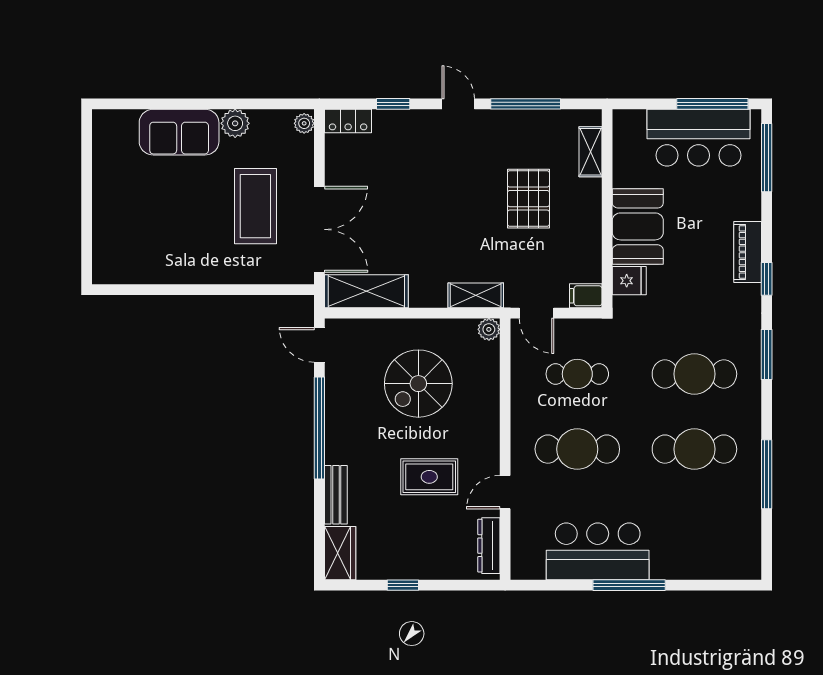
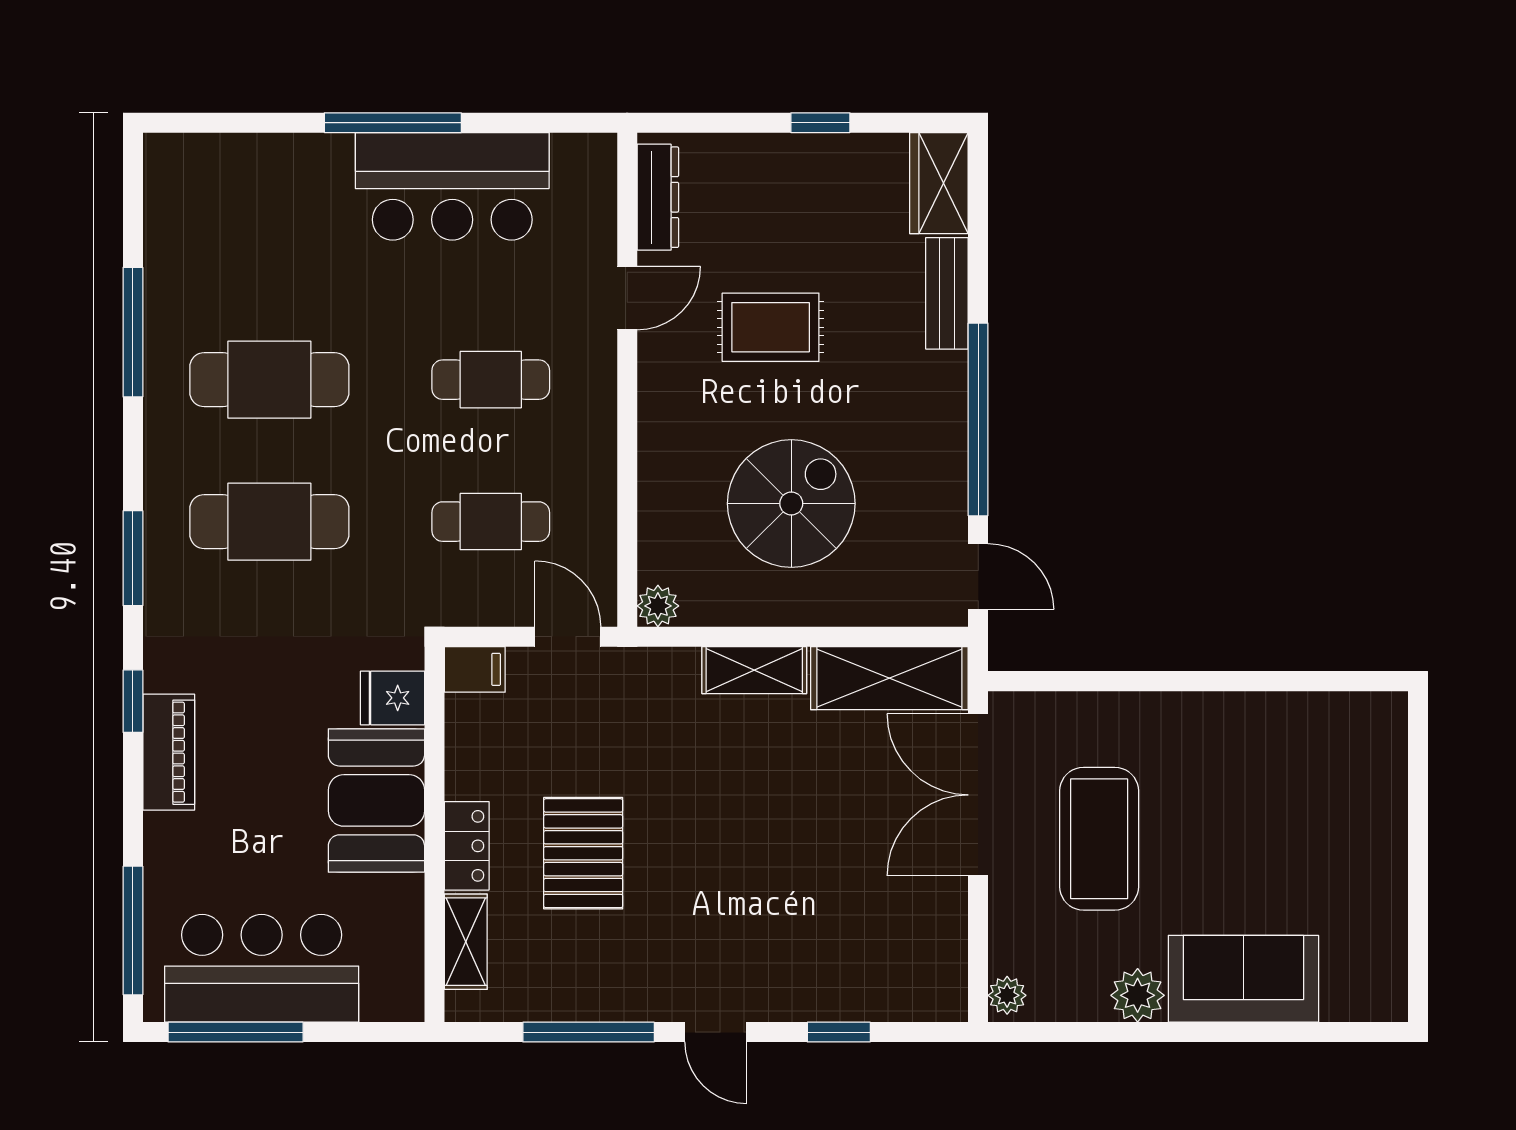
locker: (348, 121) -> (467, 846), moved, turned 90
shelving: (476, 295) -> (754, 670), moved
cafe table: (577, 449) -> (491, 380), width x0.73, depth x0.74

